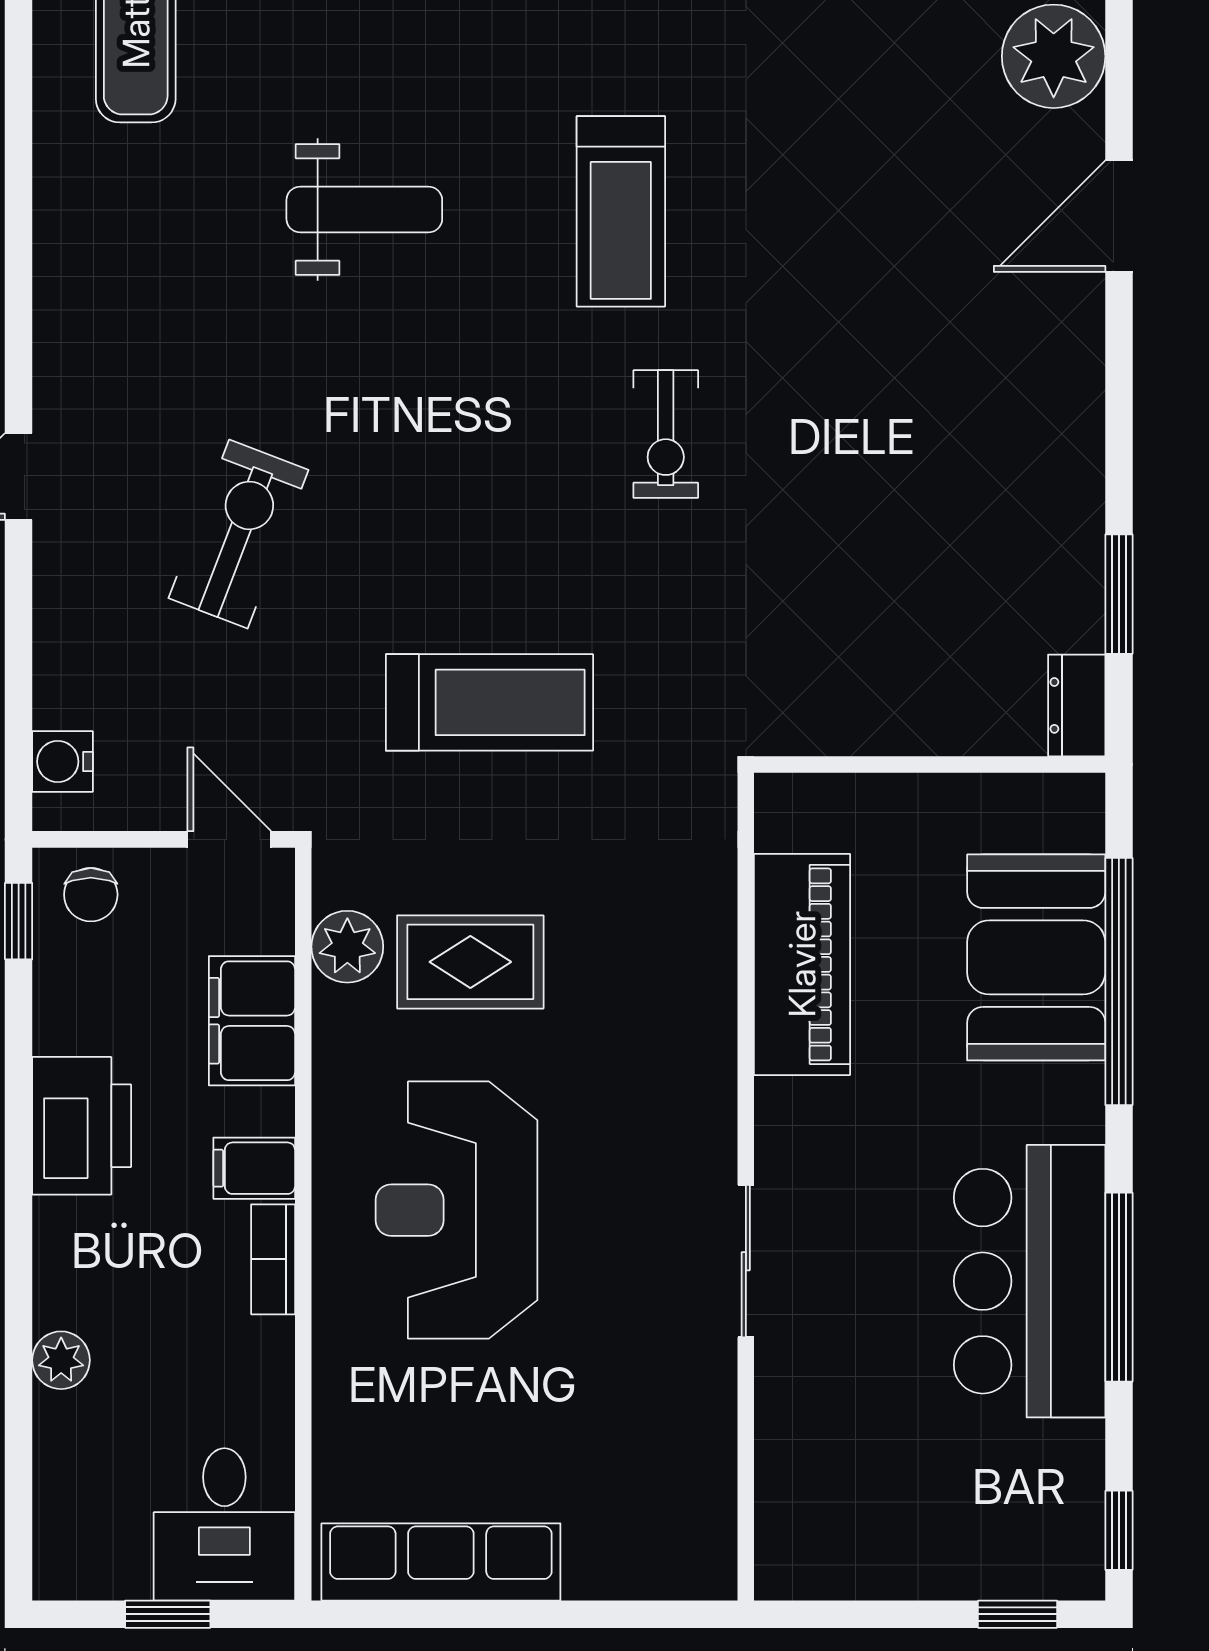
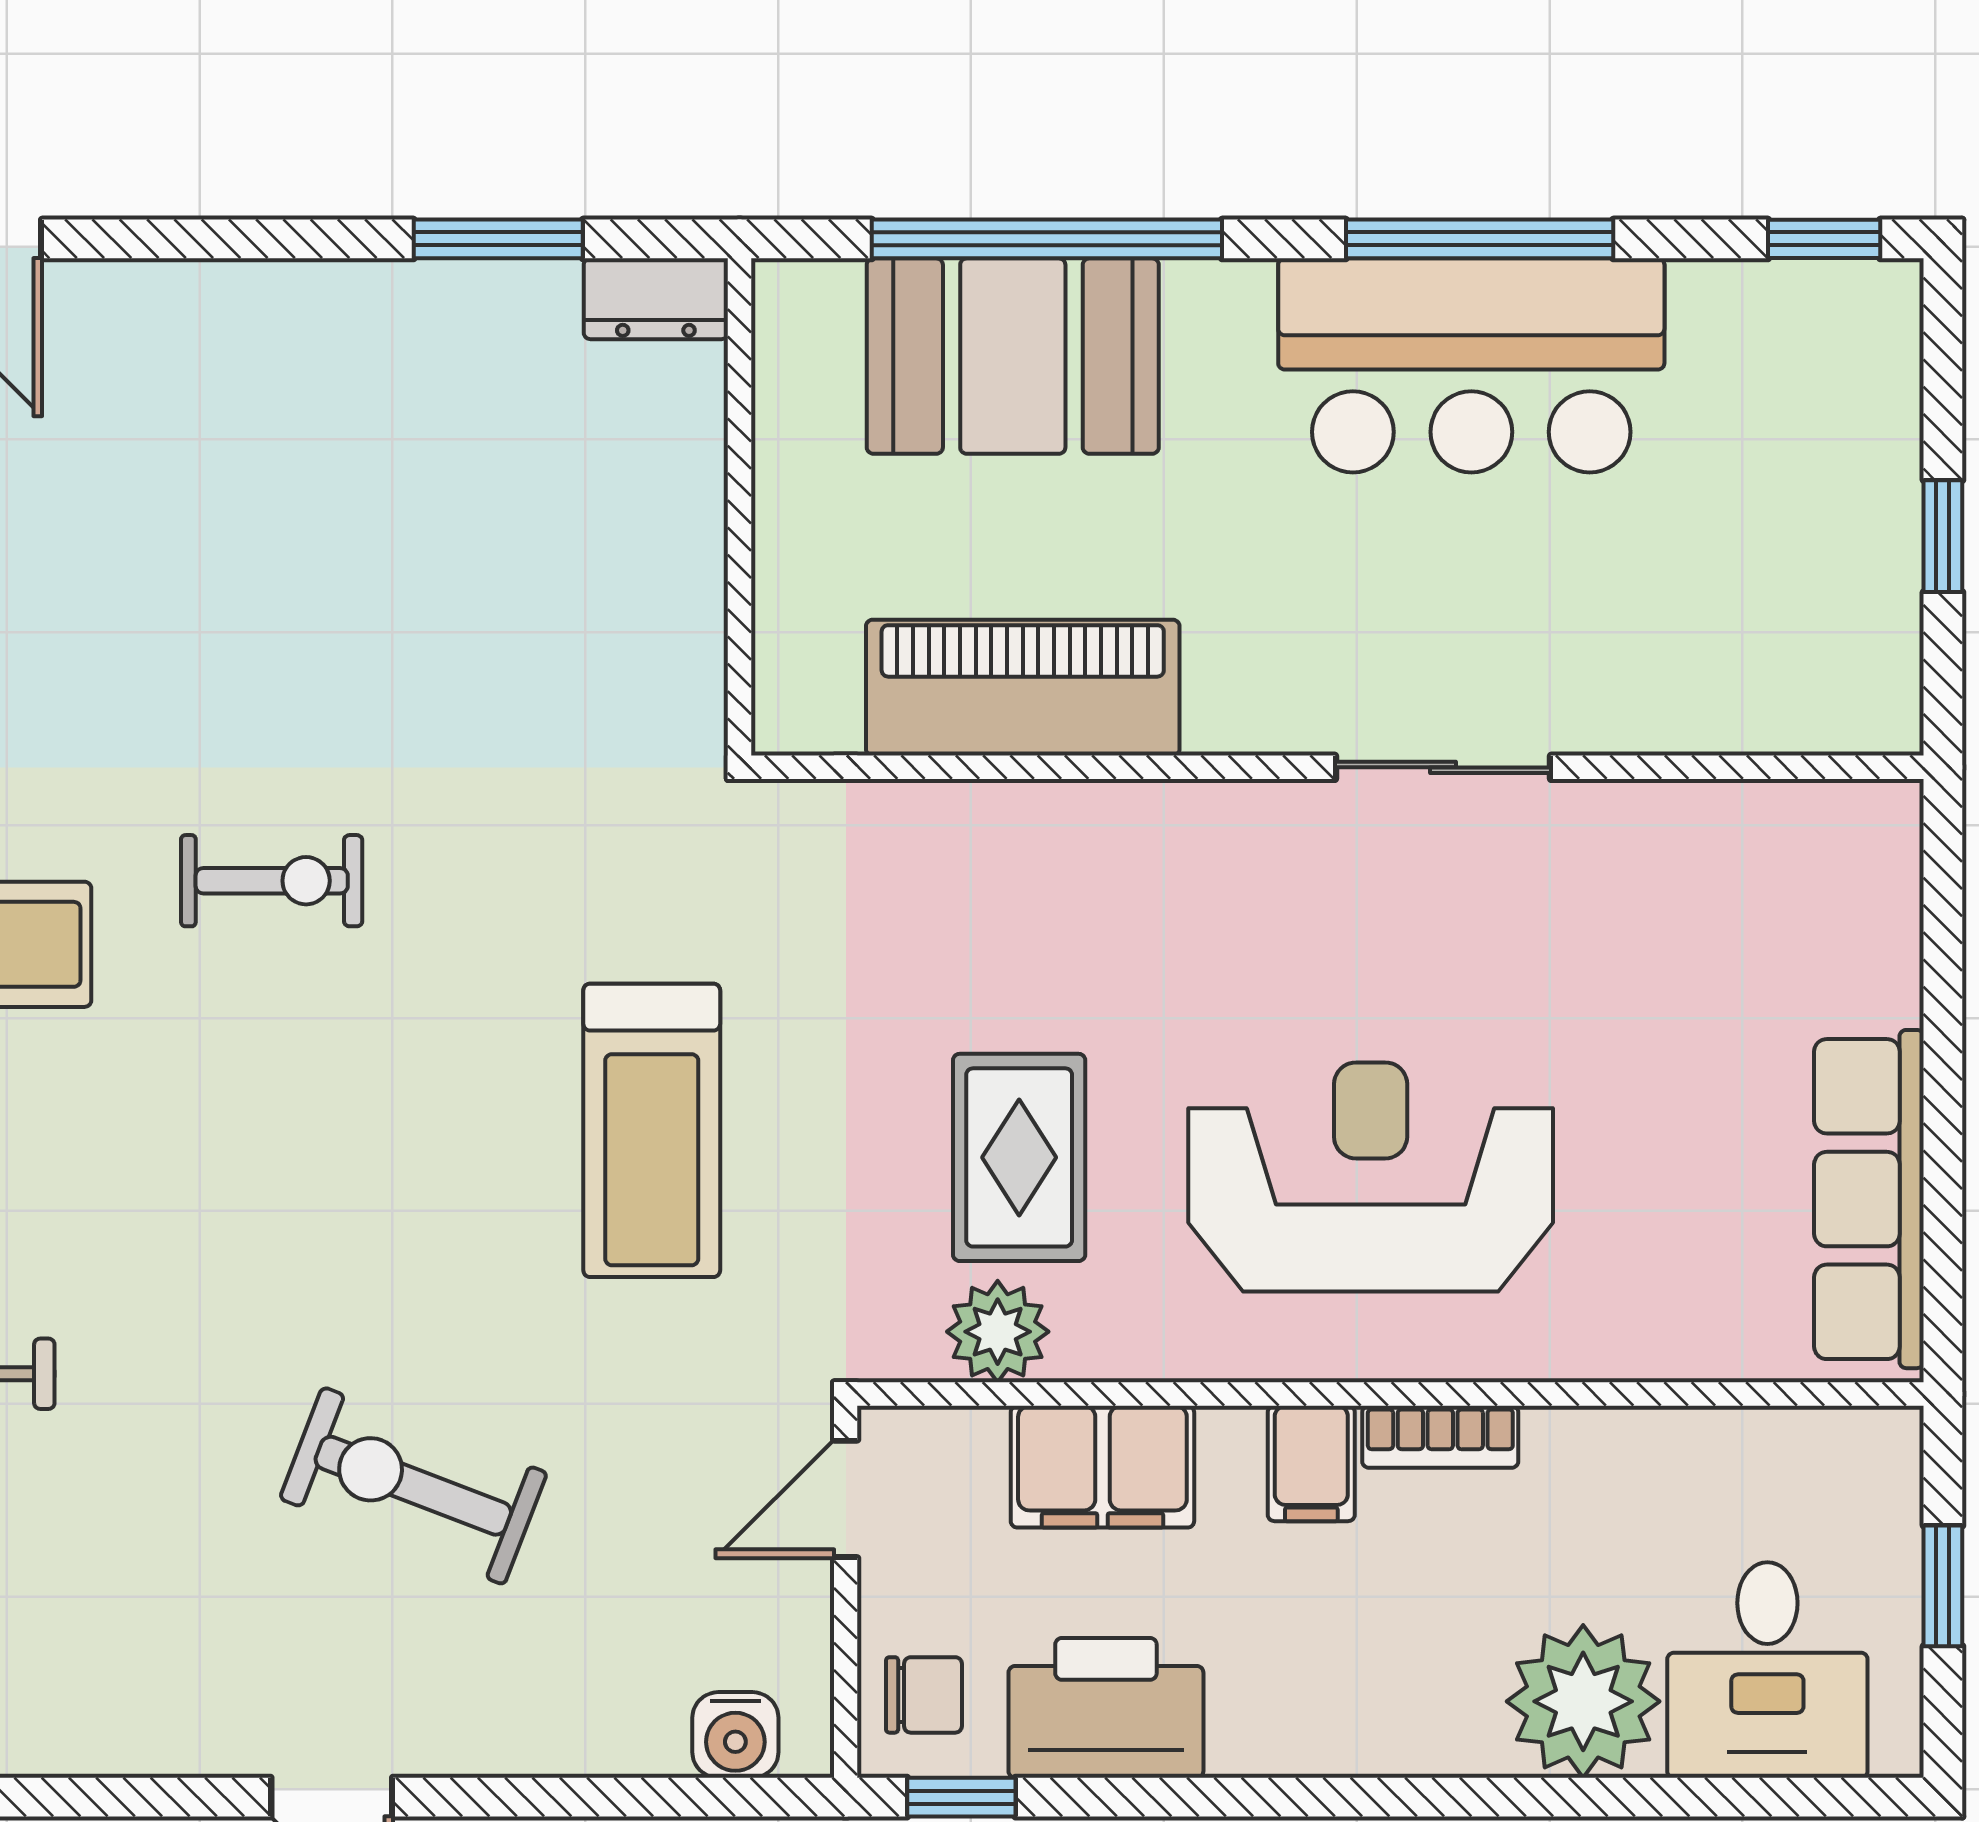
treadmill: (489, 702) -> (652, 1130), turned 180
printer: (82, 1126) -> (1106, 1708), moved
reception desk: (457, 1210) -> (1371, 1177), turned 180
plant: (61, 1360) -> (1583, 1701), width x1.87, depth x1.87
desk: (224, 1524) -> (1767, 1670), moved, turned 90
window: (1018, 1614) -> (1943, 536), moved

